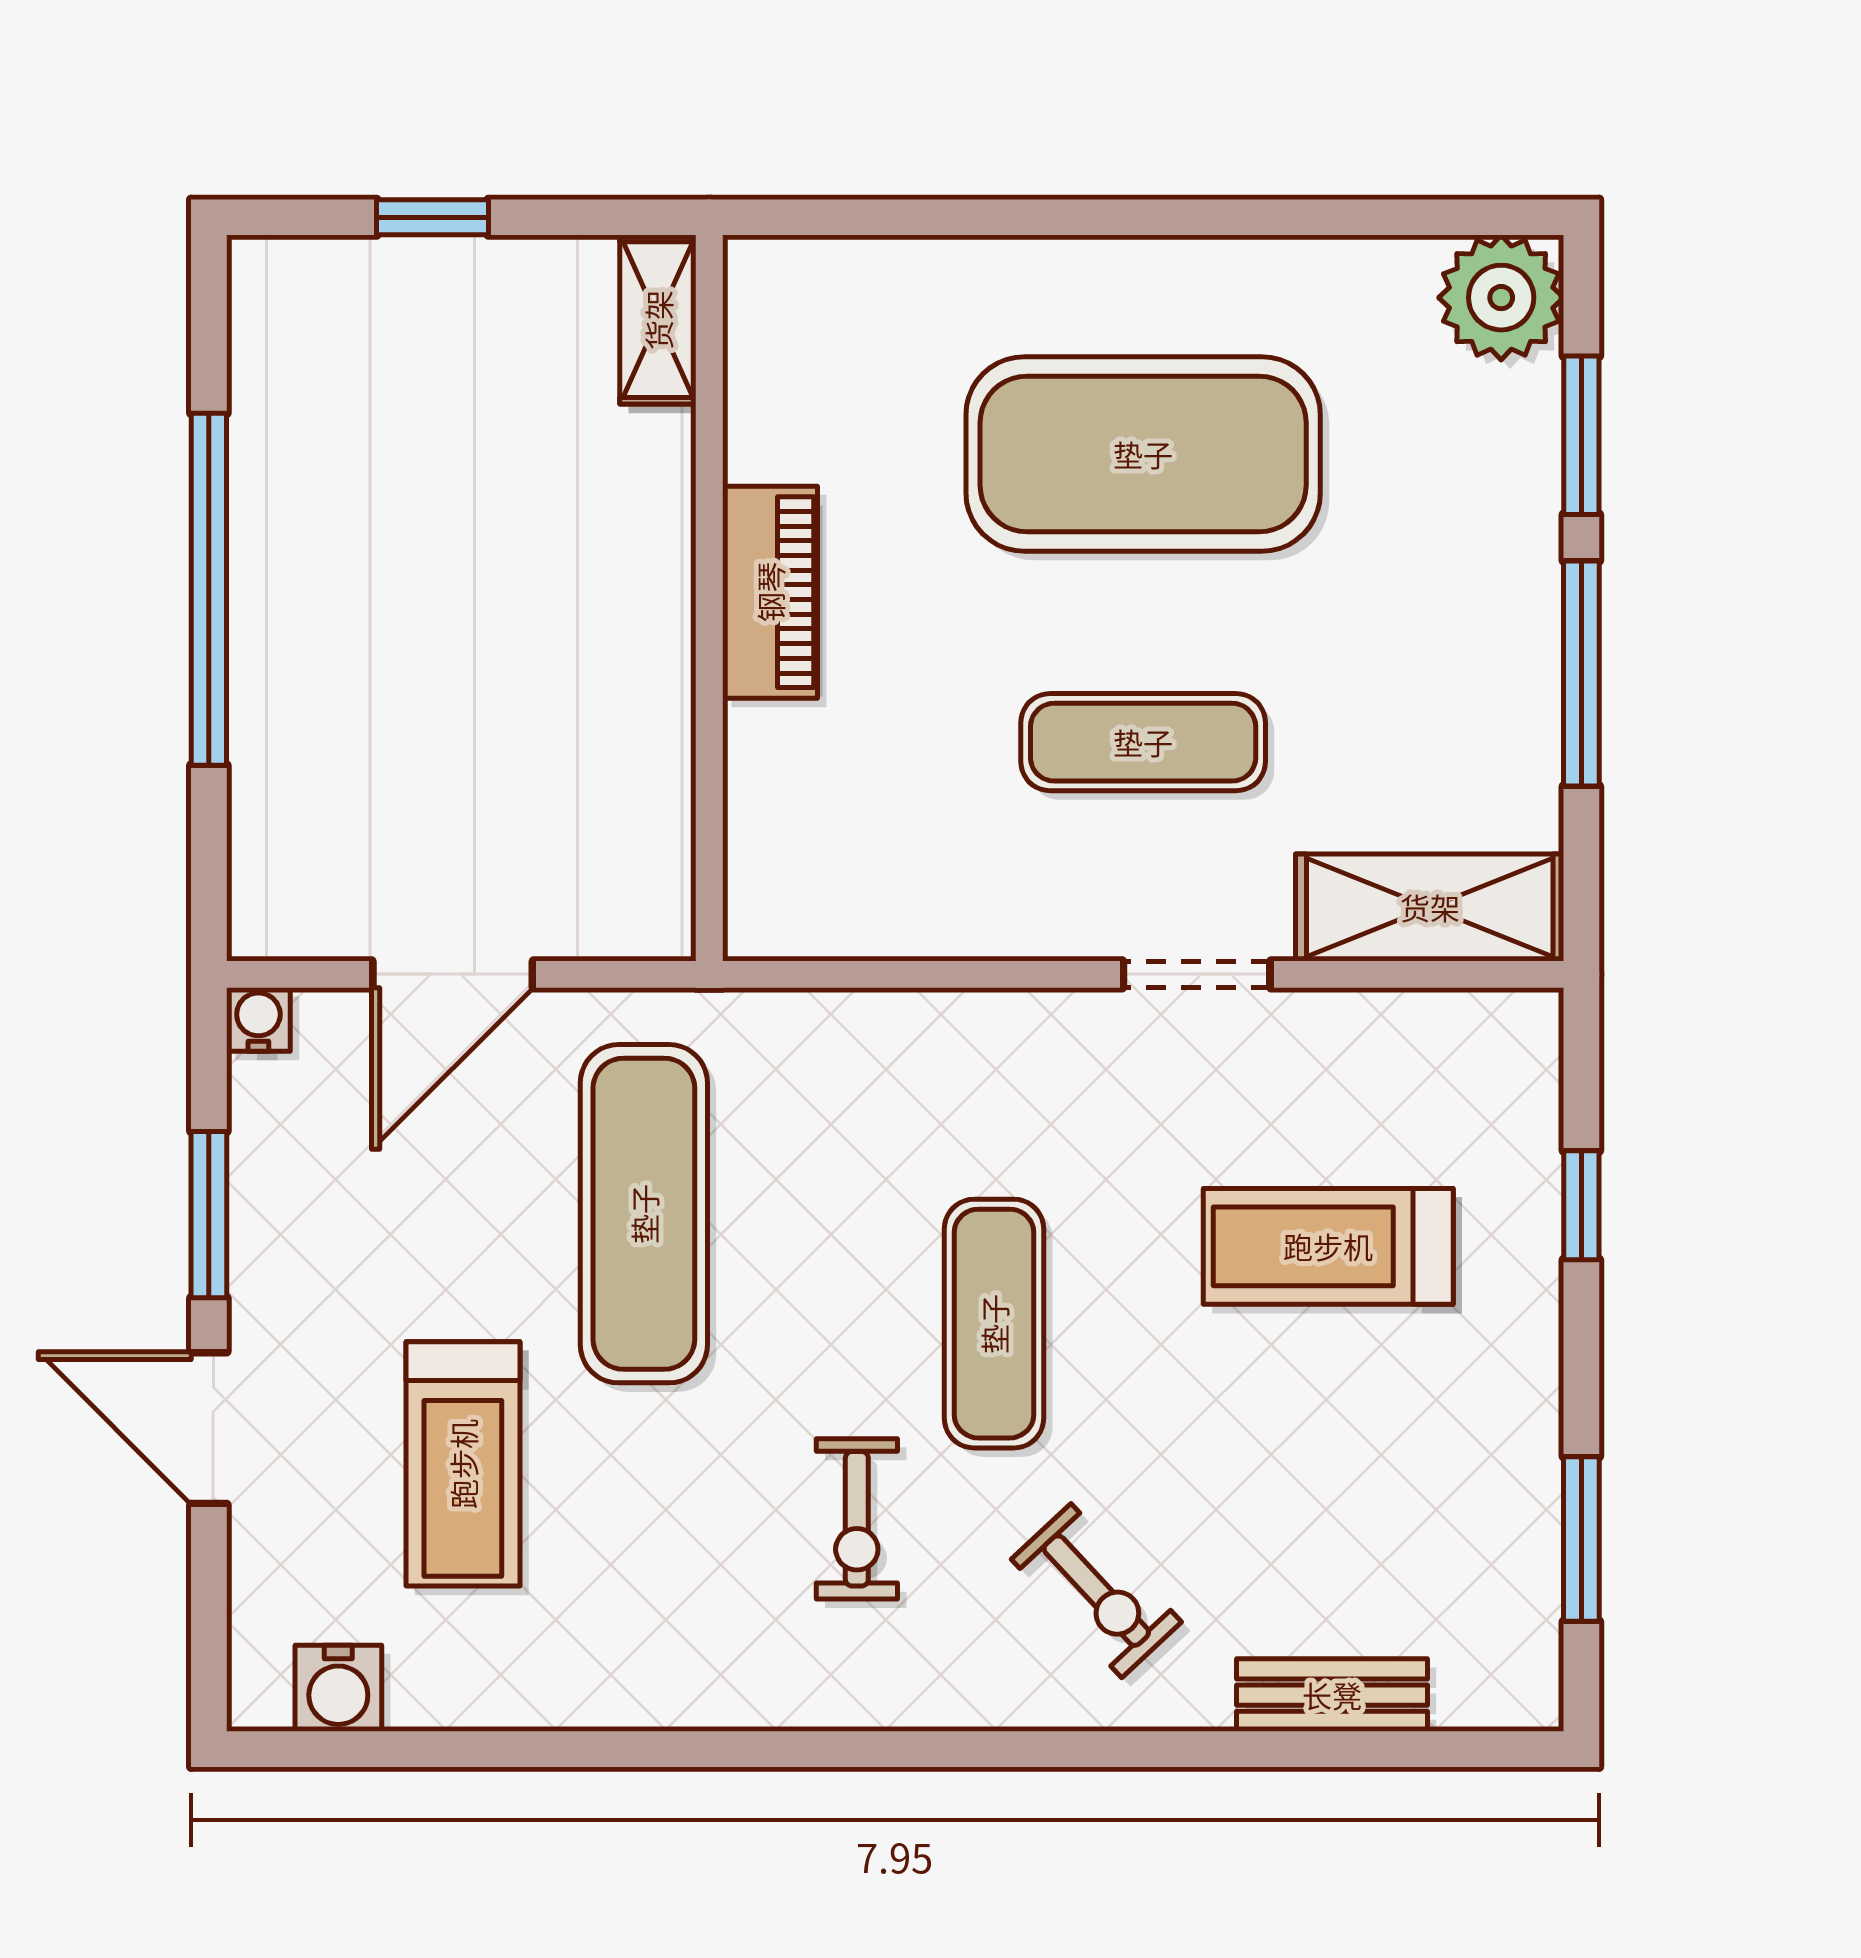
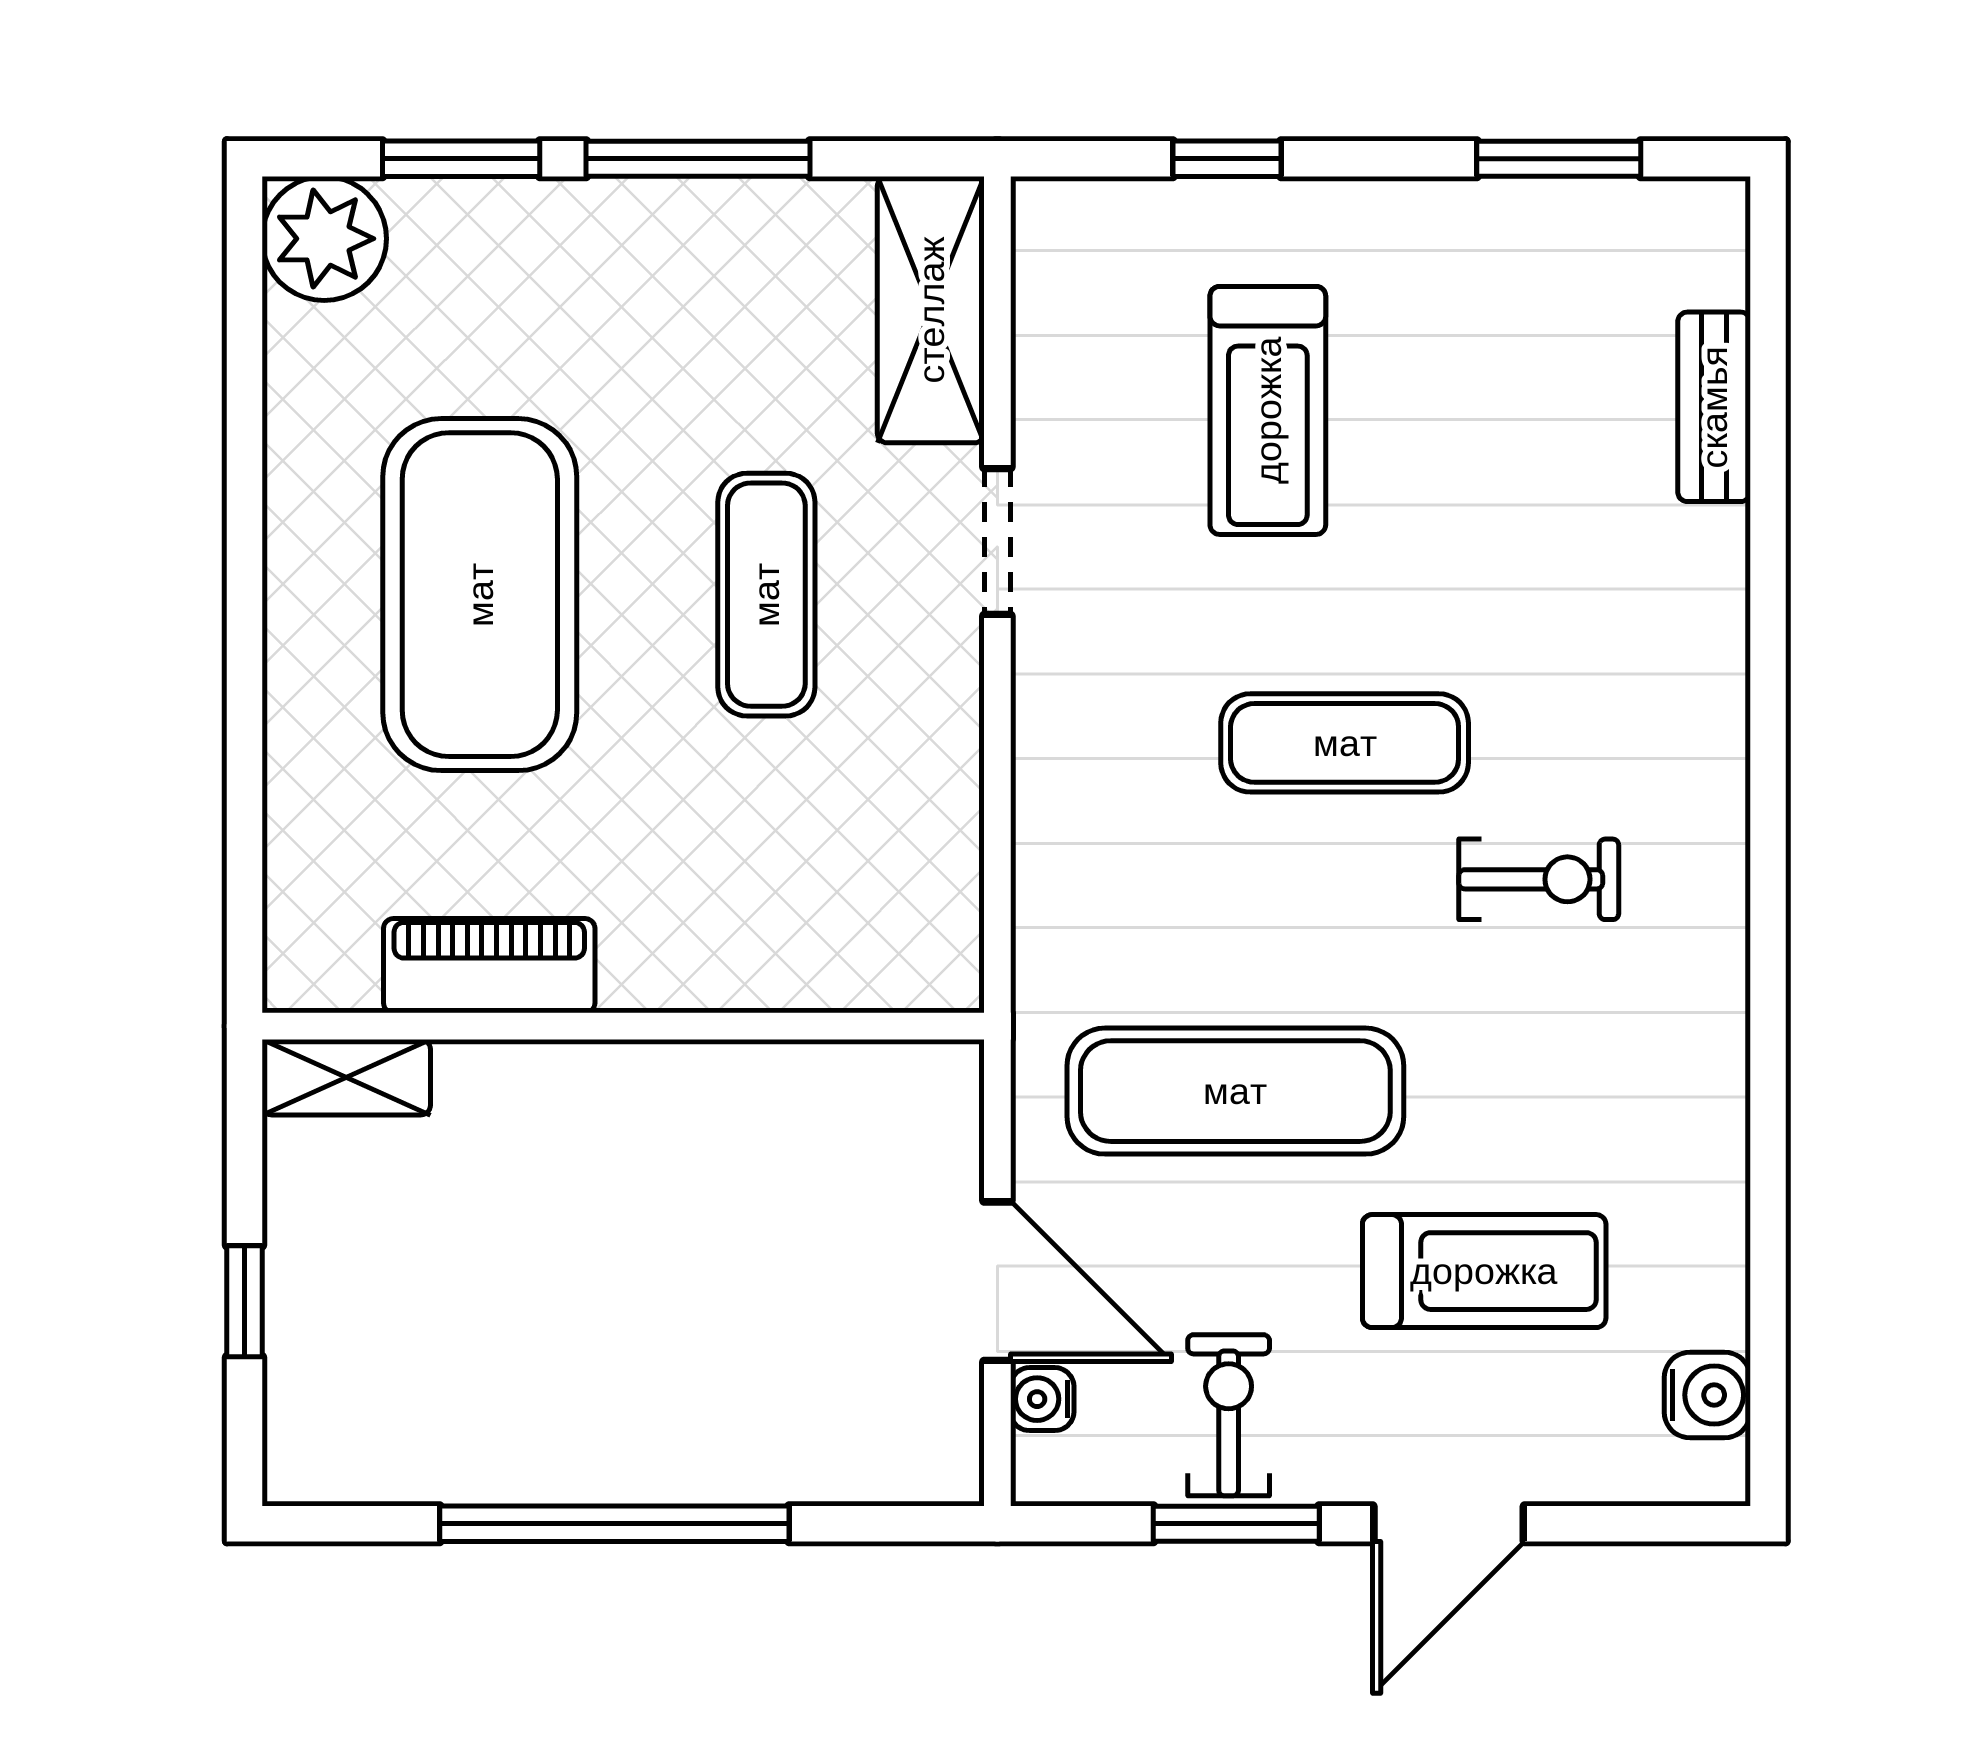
piano: (770, 592) -> (489, 966), moved
water cooler: (258, 1019) -> (1042, 1399), moved
exercise bike: (1096, 1591) -> (1229, 1415), moved, turned -47

